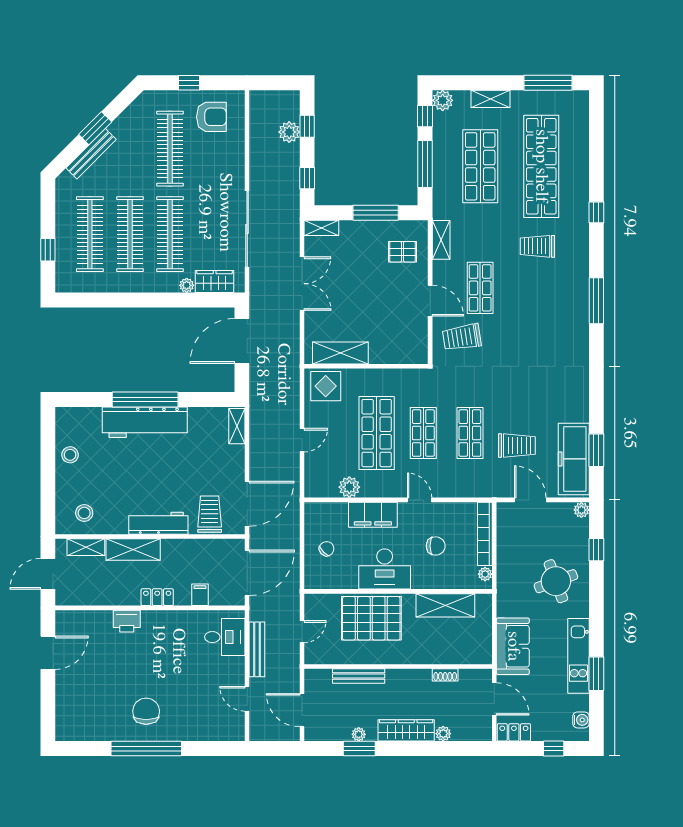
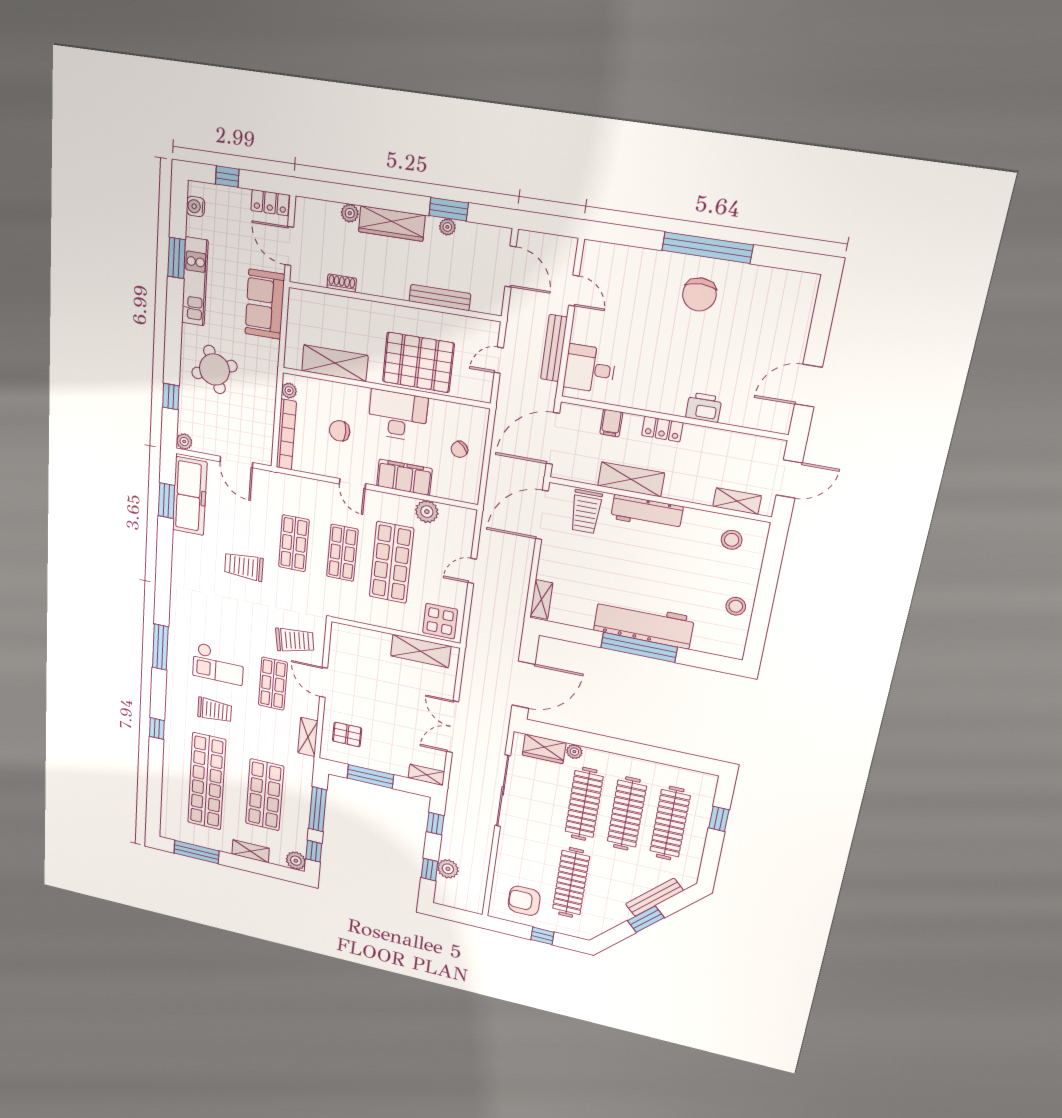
checkout: (536, 296) -> (218, 664), added
trolley: (517, 446) -> (244, 566), moved
shelving: (133, 549) -> (631, 479), moved

